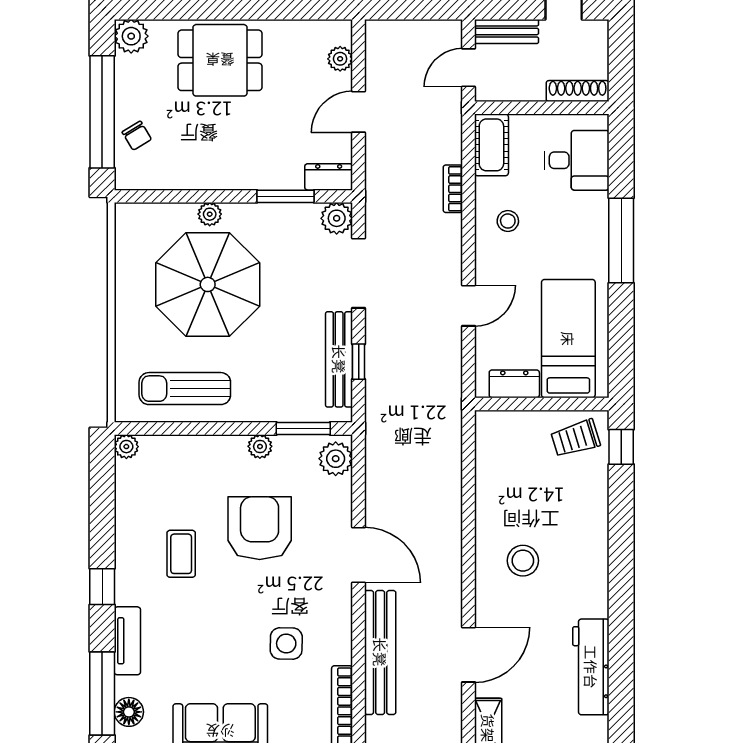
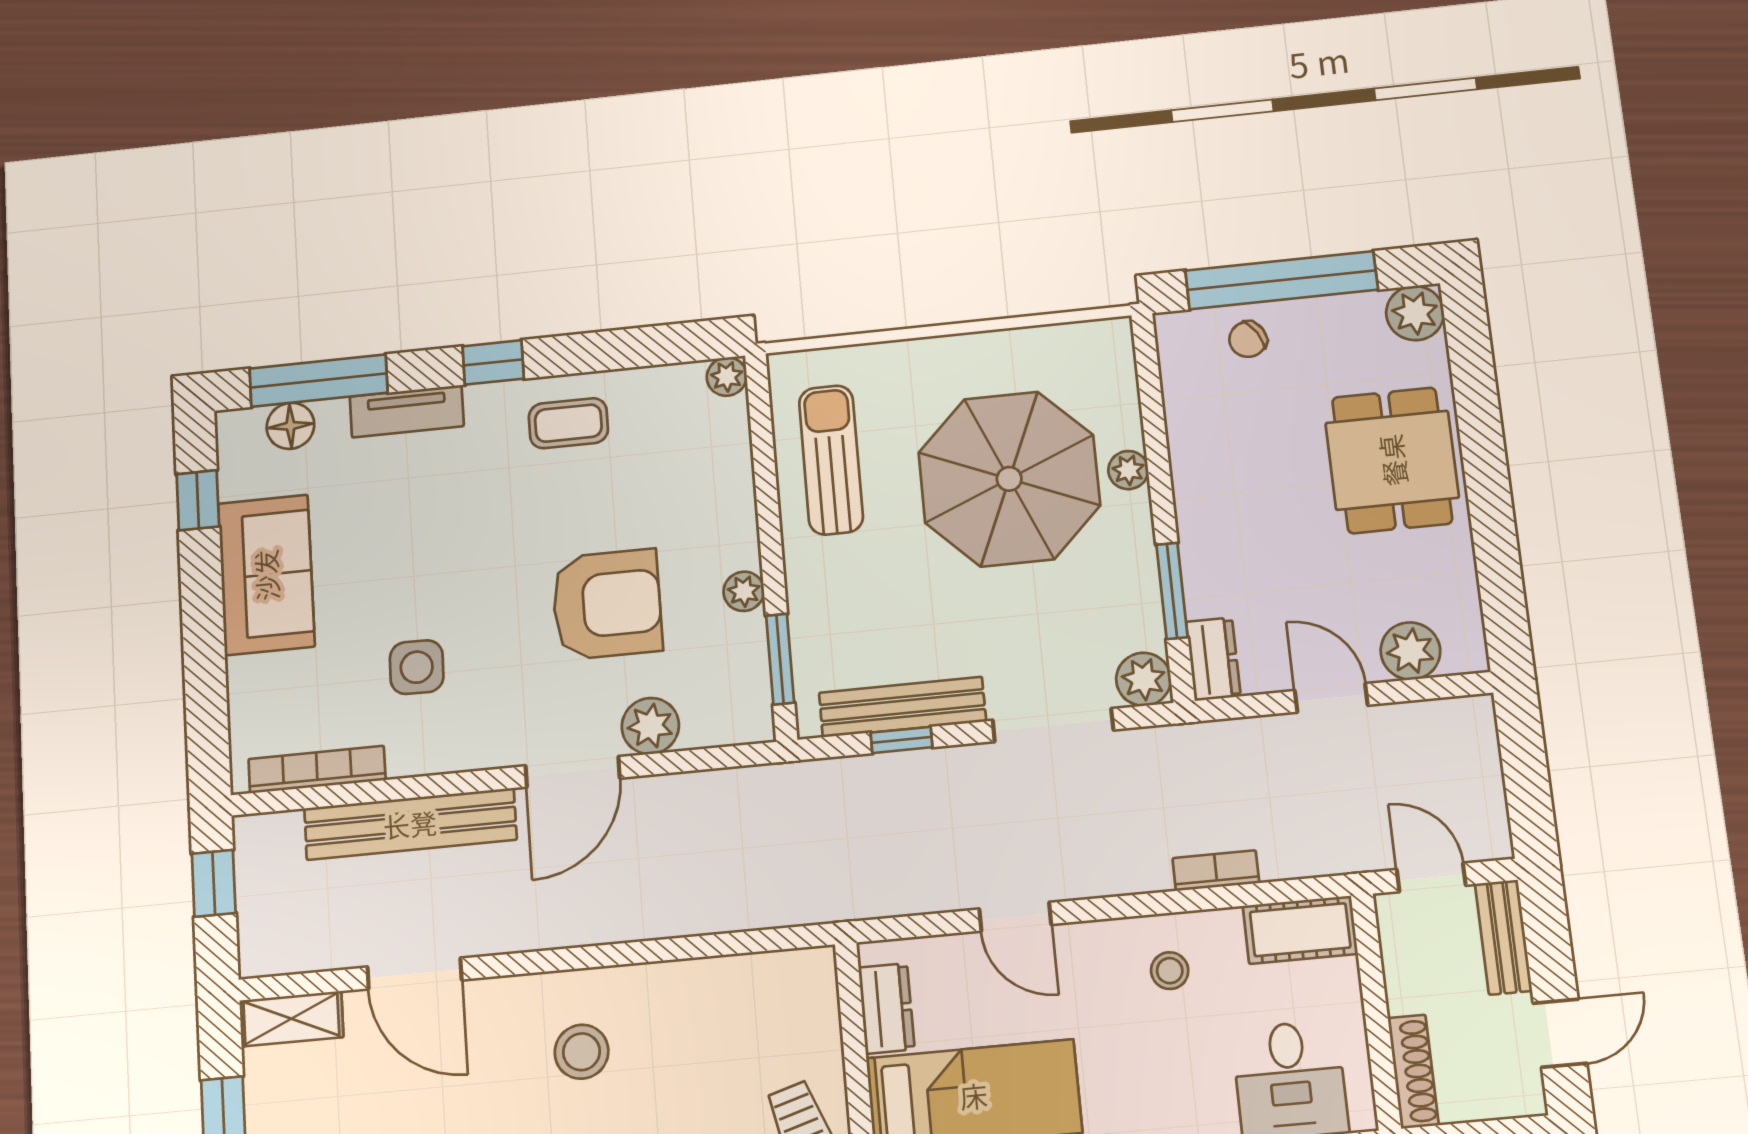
plant: (340, 59) -> (1410, 651), width x1.38, depth x1.38
plant: (336, 459) -> (650, 726), moved
coffee table: (181, 554) -> (568, 423), moved

